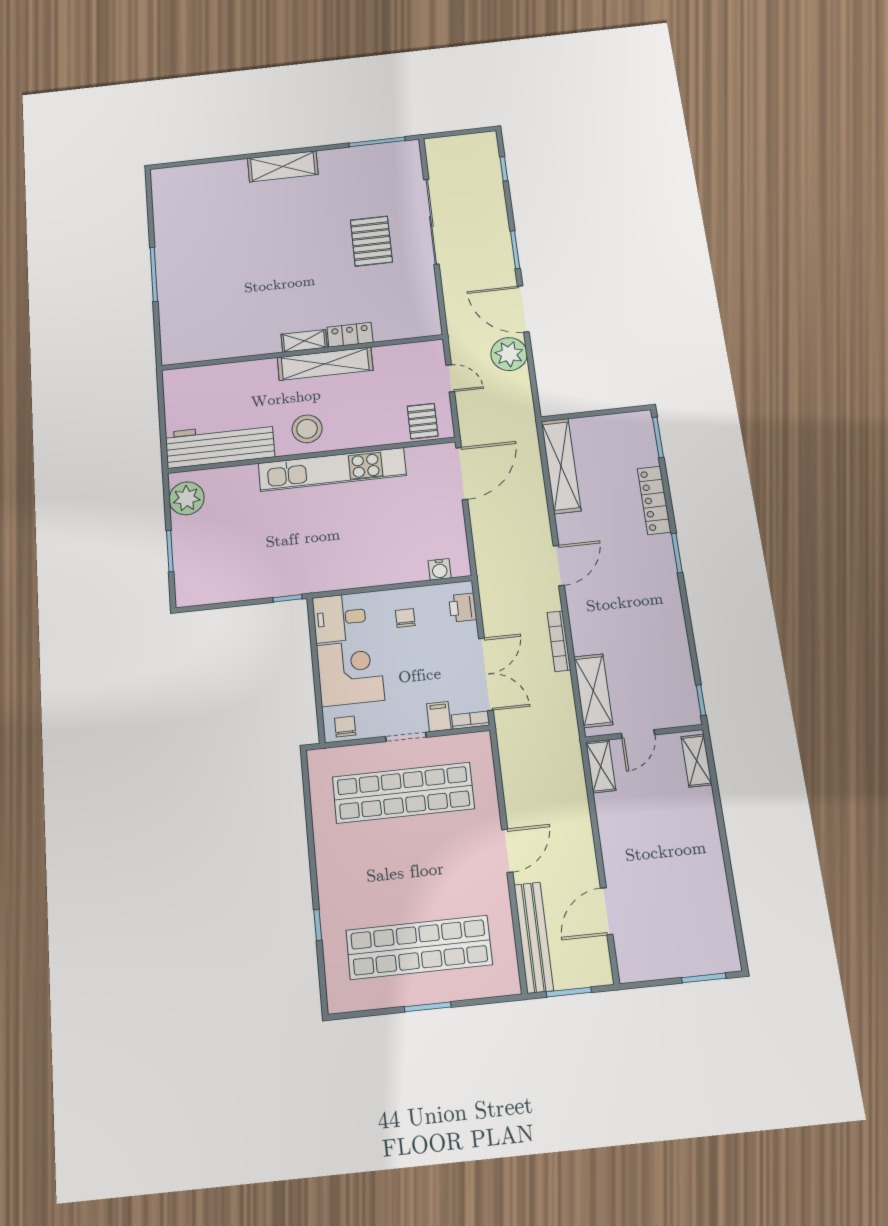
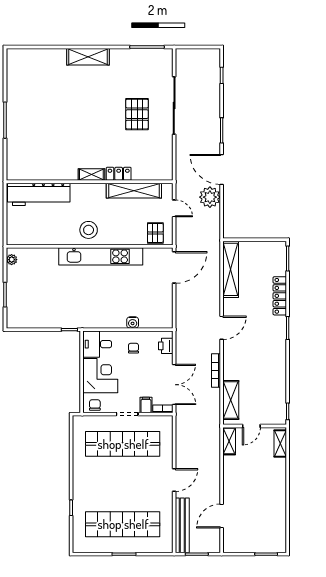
shelving: (325, 364) -> (134, 191), moved
workbench: (220, 445) -> (39, 194), moved, turned 180
plant: (187, 498) -> (12, 260), width x0.53, depth x0.53
water cooler: (440, 569) -> (133, 322), moved

